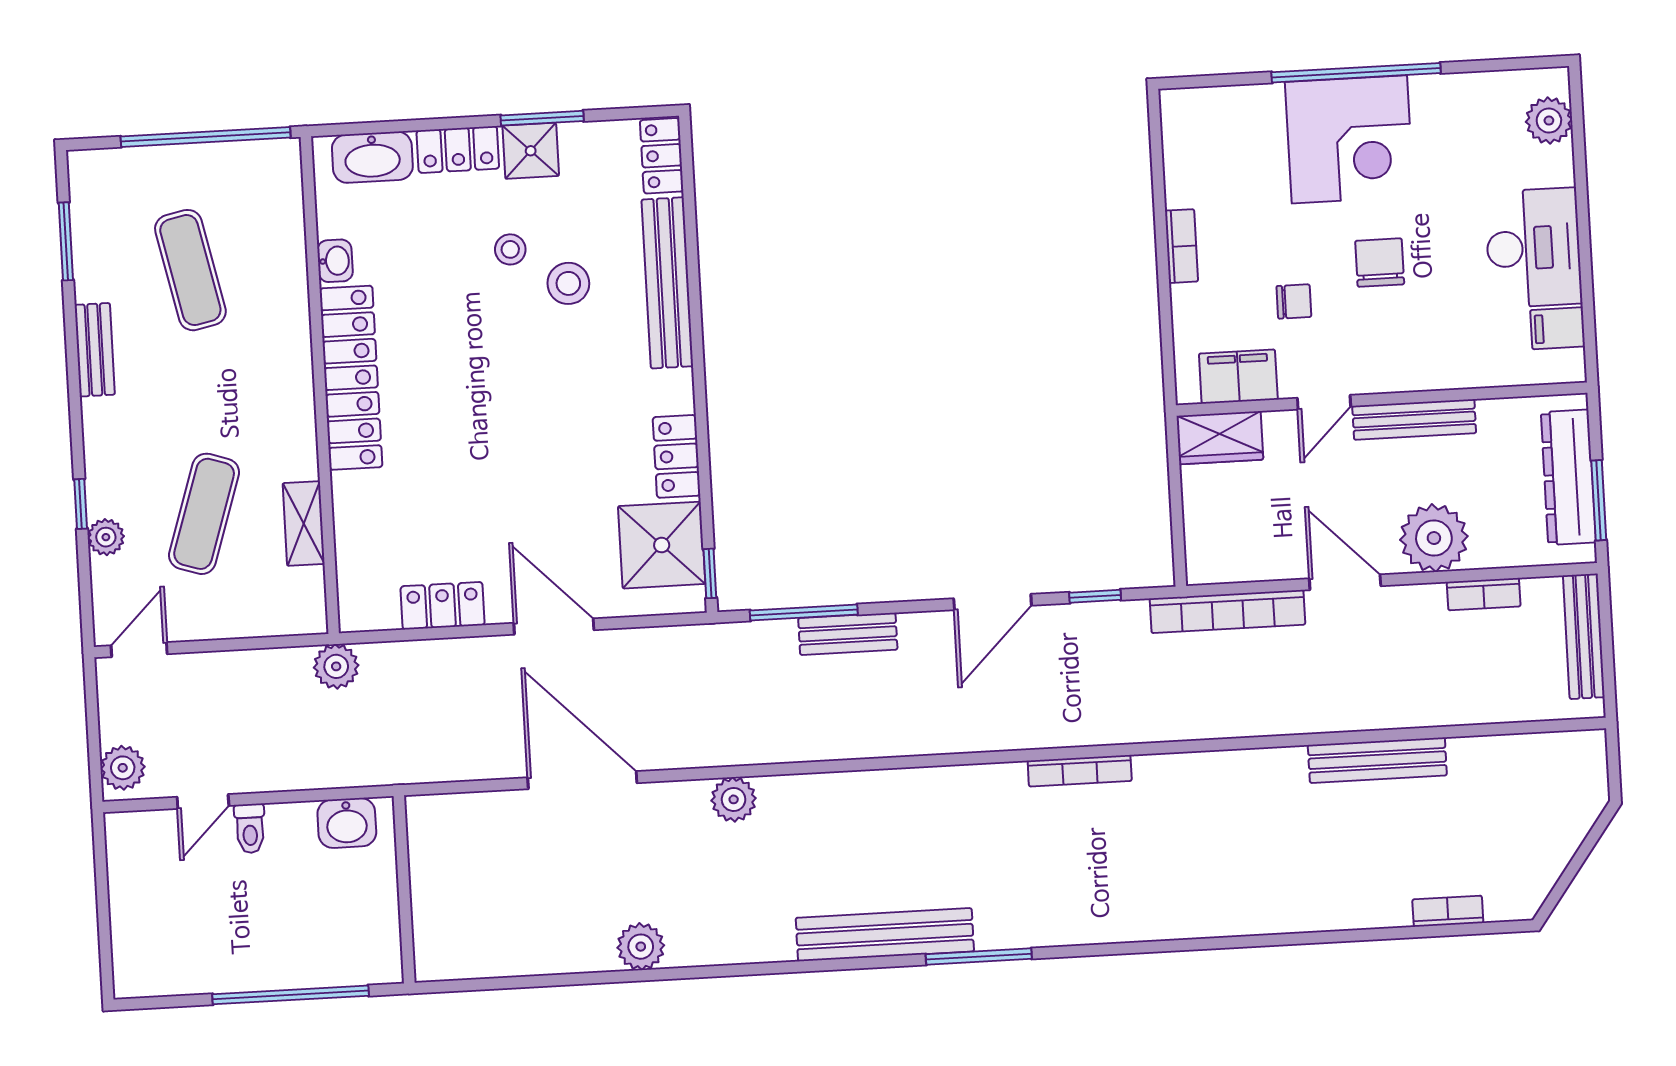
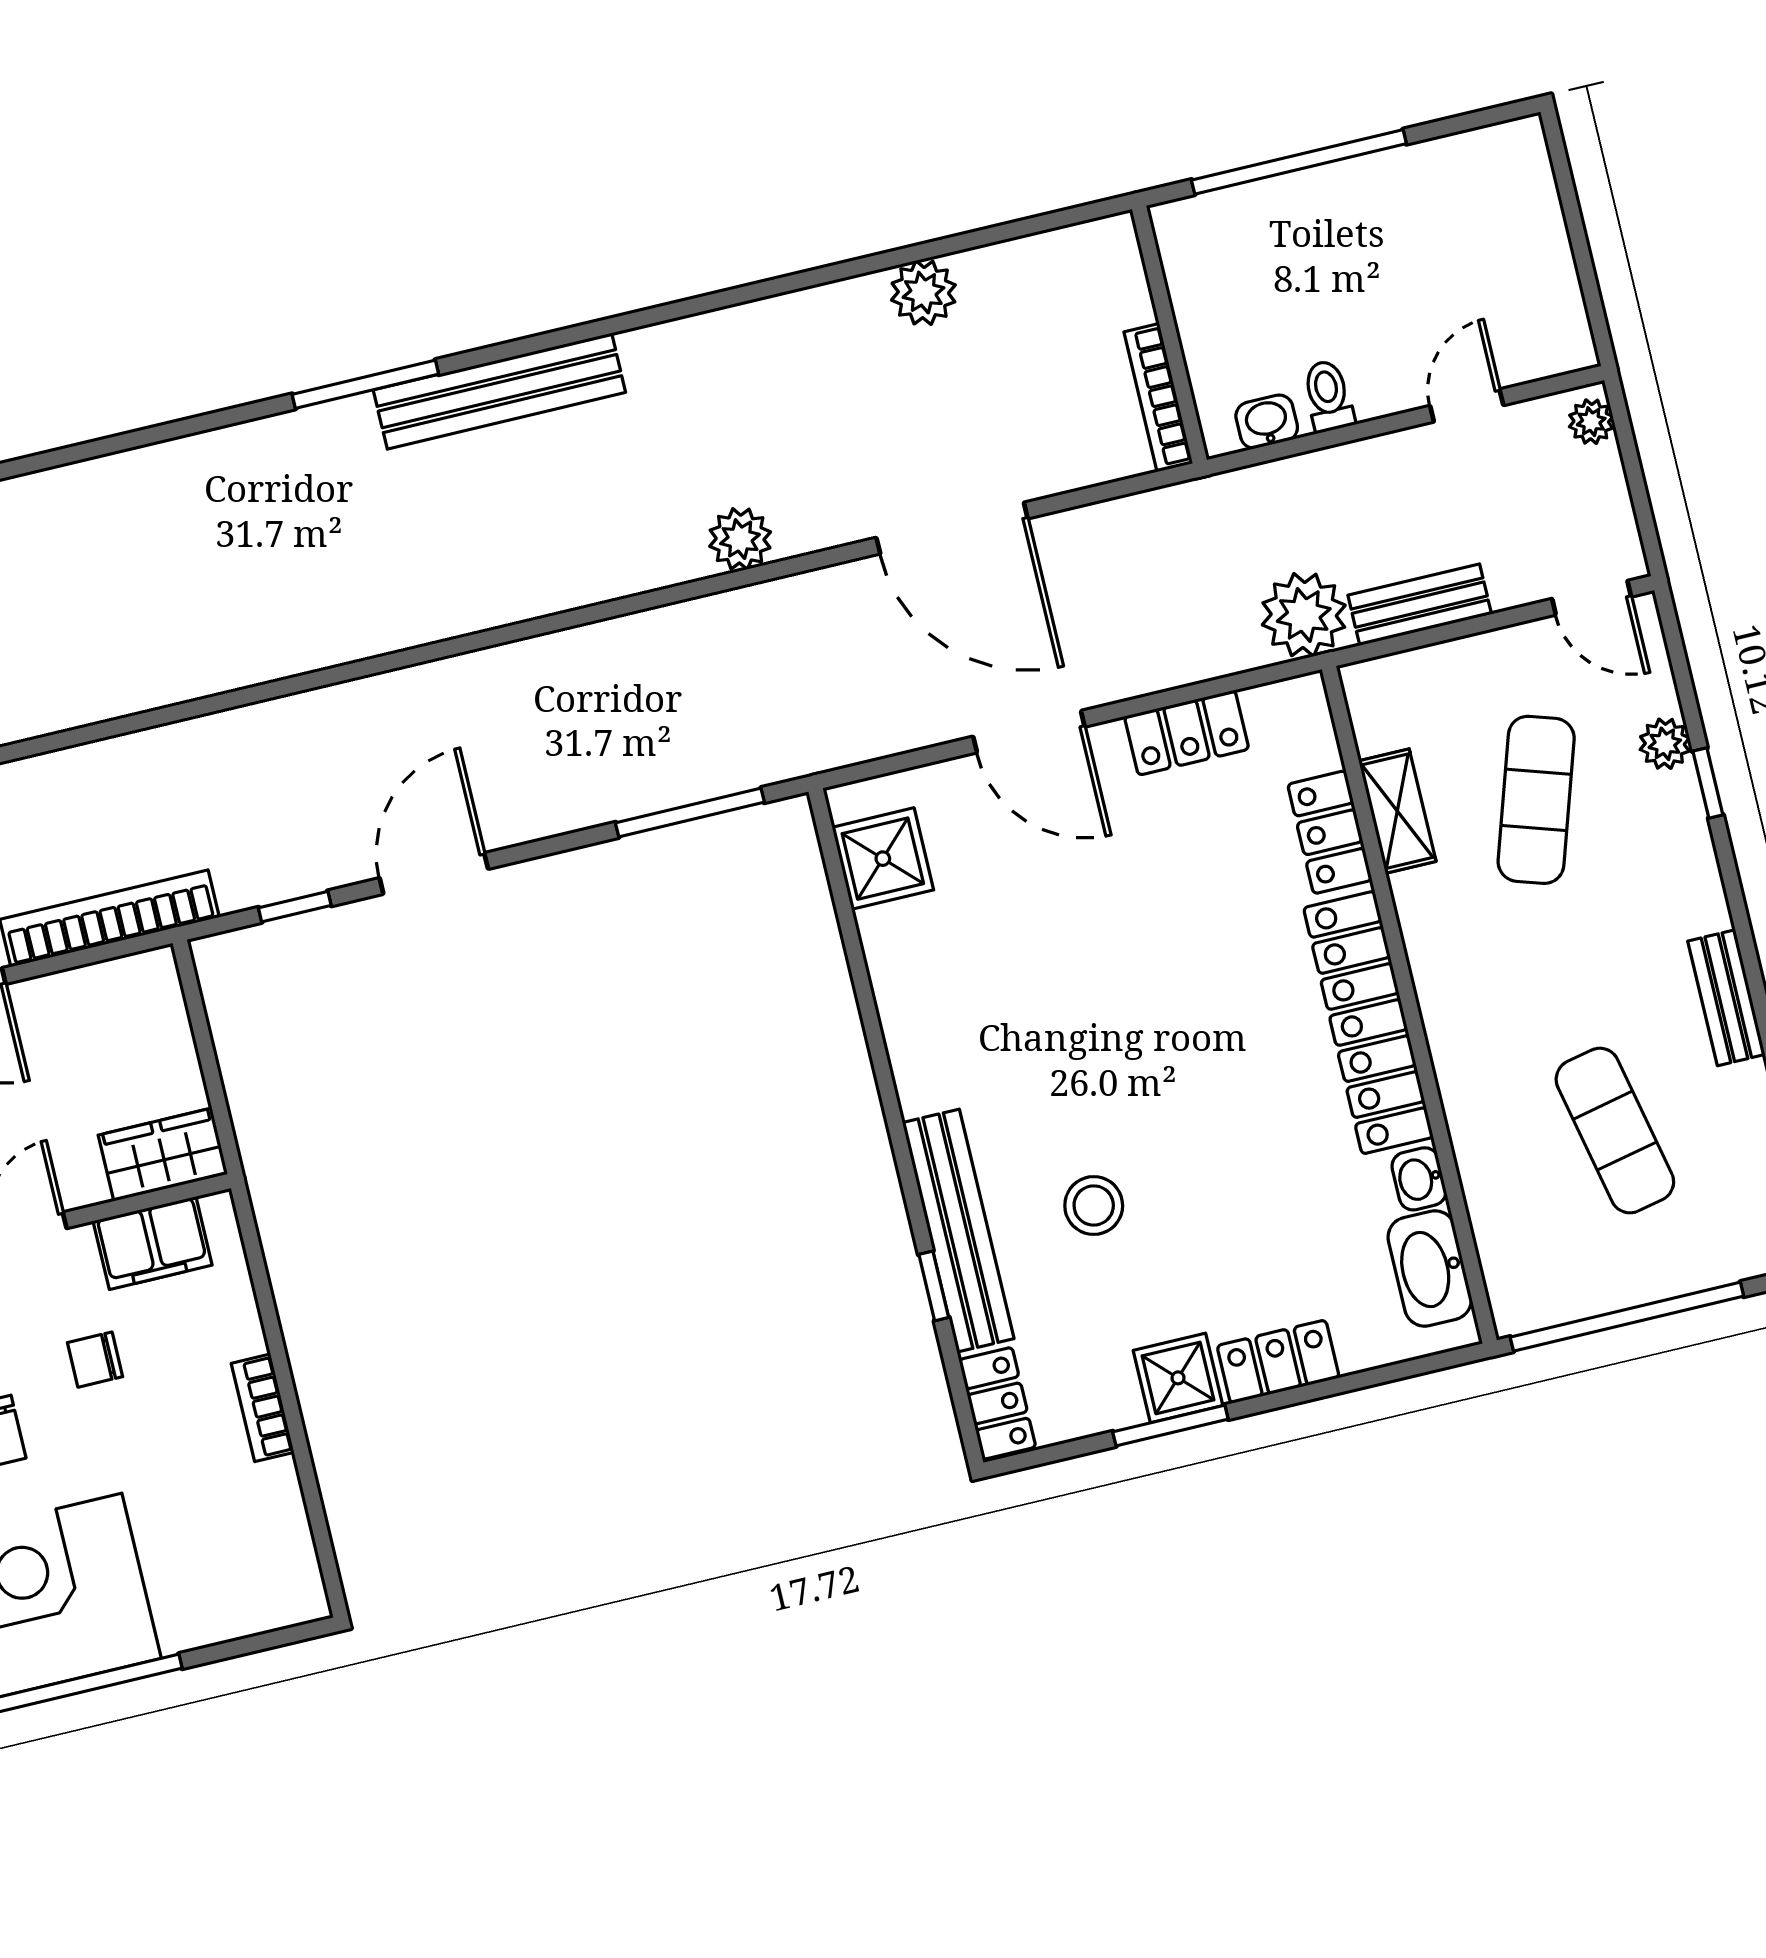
washbasin: (372, 157) -> (1430, 1268), moved, turned -90
stool: (510, 249) -> (1182, 1238), removed
locker: (676, 456) -> (1330, 832), moved, turned 180
shower: (662, 545) -> (883, 859), width x0.73, depth x0.73
window: (710, 573) -> (934, 1286), moved
bench: (848, 634) -> (1420, 605), moved
door: (139, 650) -> (1592, 598), hinge flipped
plant: (336, 666) -> (1304, 615), width x1.36, depth x1.36
plant: (123, 768) -> (1591, 422), width x0.73, depth x0.73
bookcase: (1080, 771) -> (1158, 397), moved, turned -90
washbasin: (347, 823) -> (1267, 422), width x0.72, depth x0.69
toilet: (250, 829) -> (1328, 396), moved
plant: (641, 947) -> (923, 293), moved

